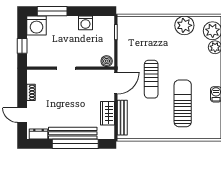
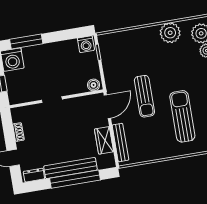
washing machine: (85, 23) -> (86, 44), moved

